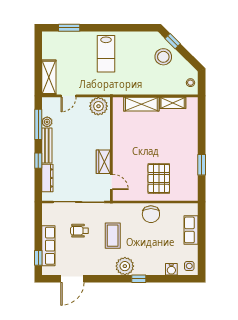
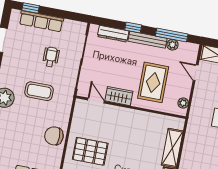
plant: (98, 106) -> (183, 103), width x0.53, depth x0.53
rug: (85, 133) -> (153, 82), added
door: (111, 182) -> (96, 101), swing flipped

